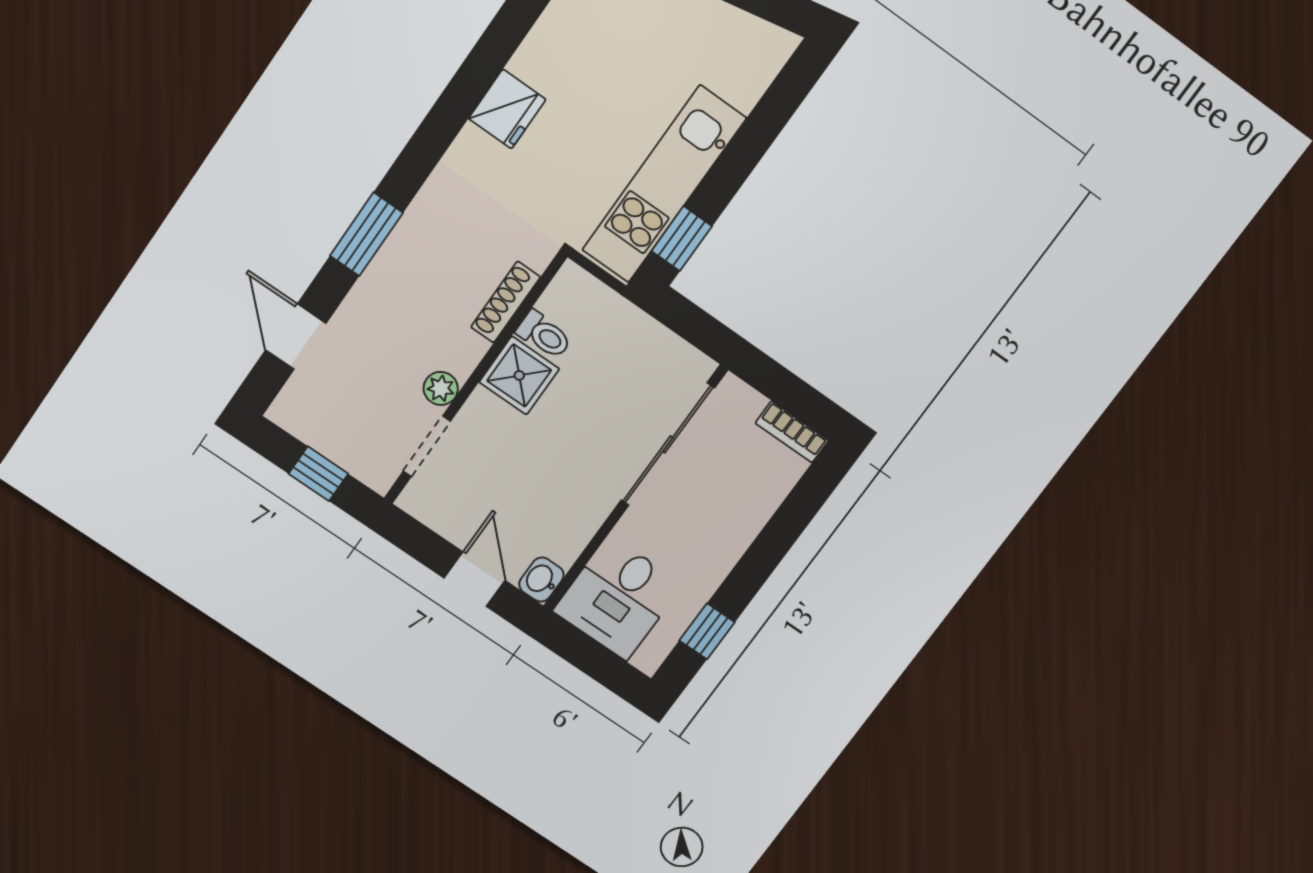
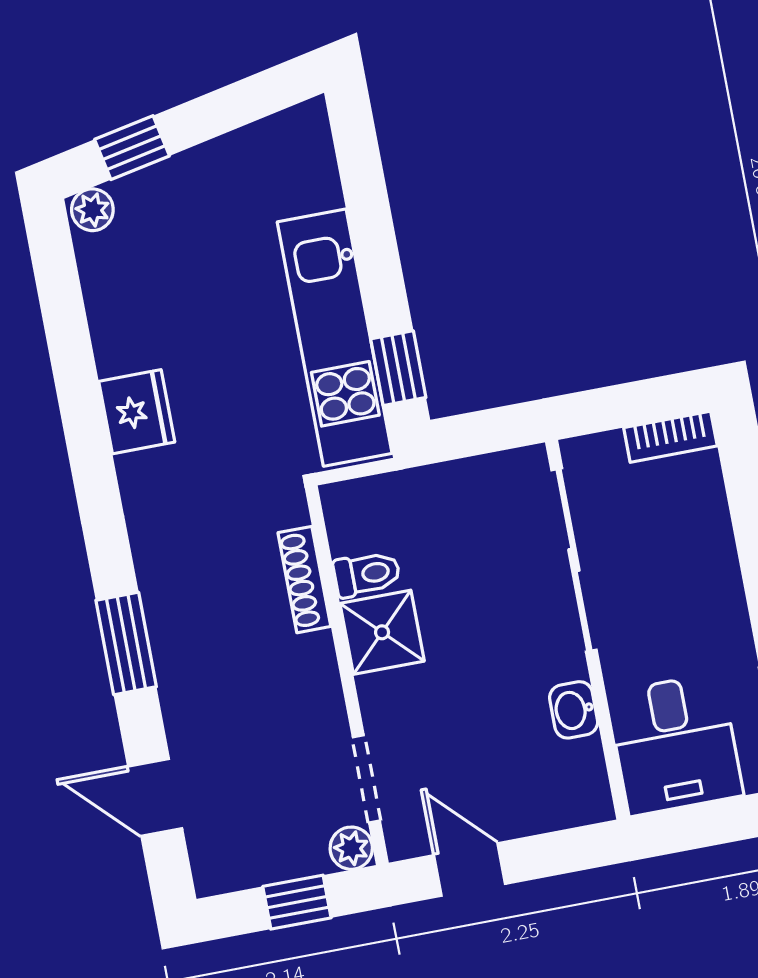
plant: (441, 388) -> (351, 848), moved
door: (475, 579) -> (470, 869), moved
washbasin: (541, 580) -> (574, 710), moved

